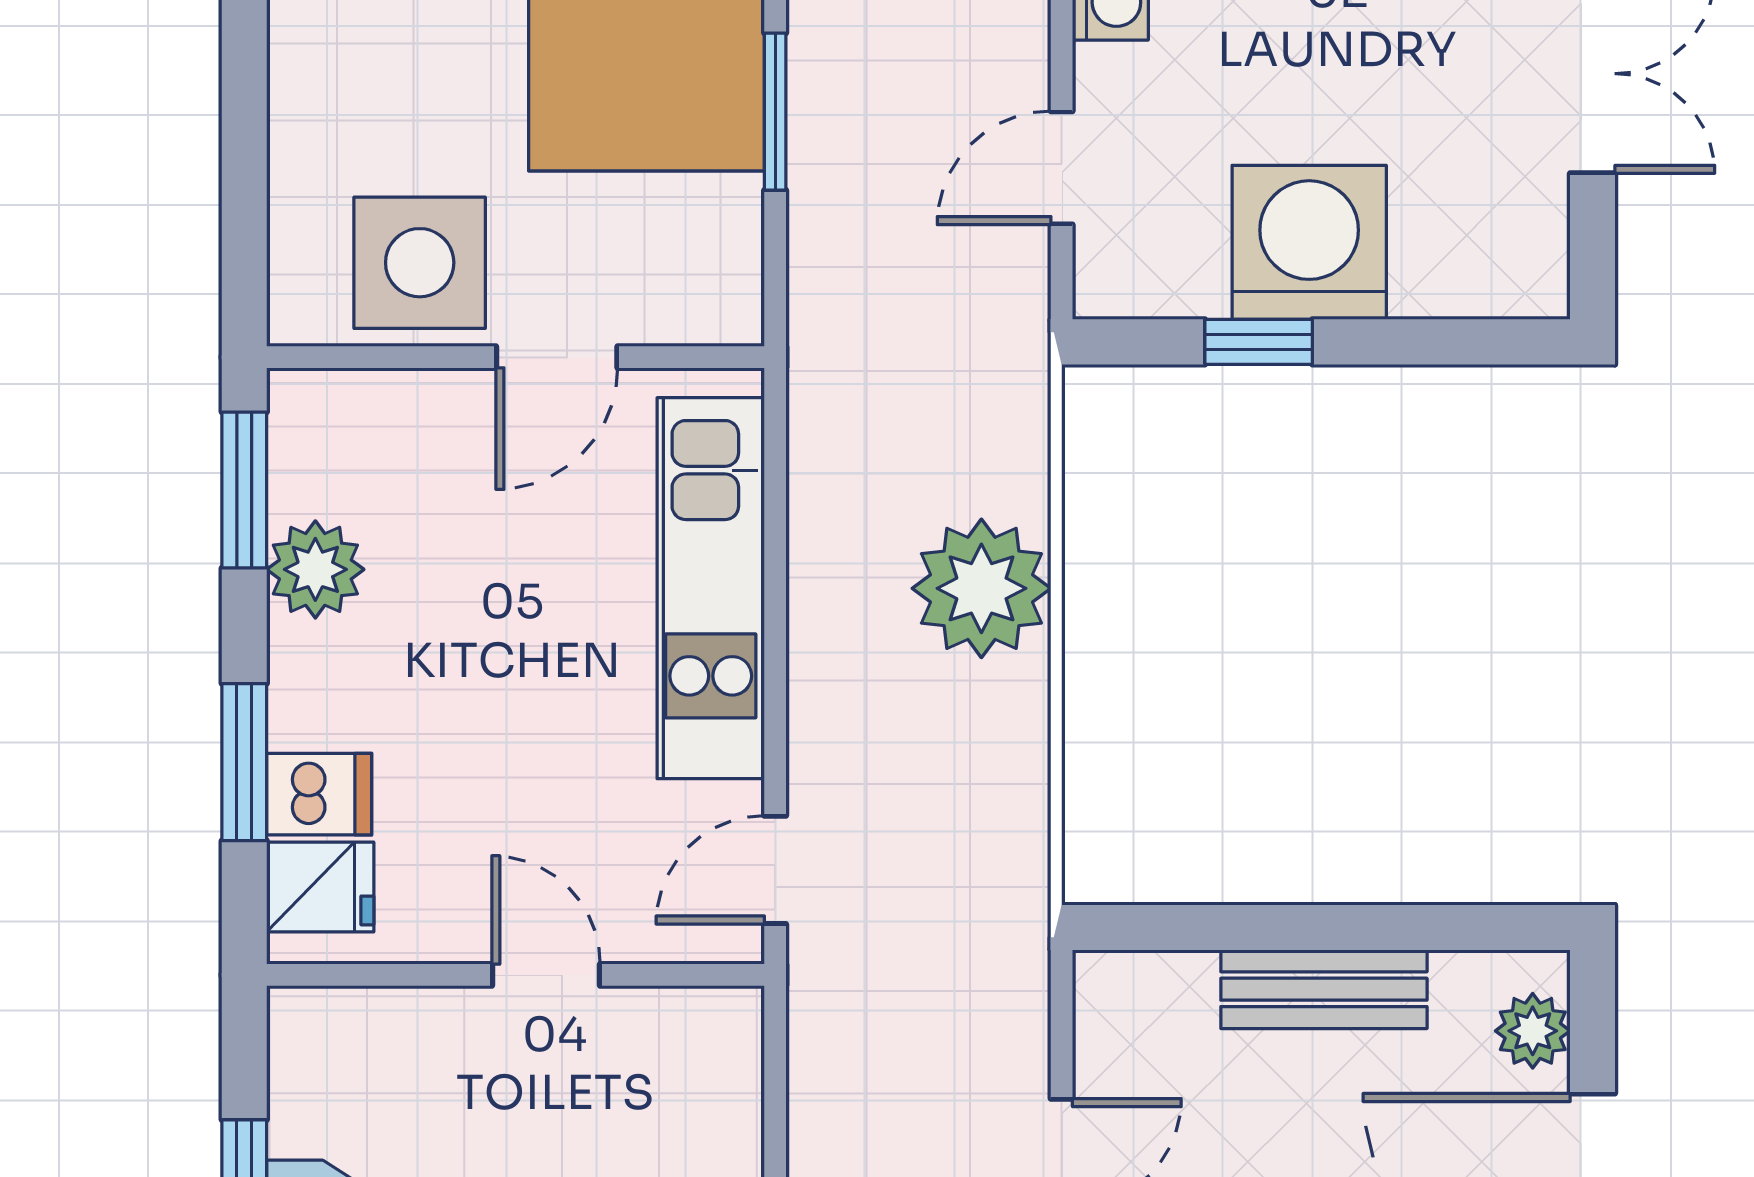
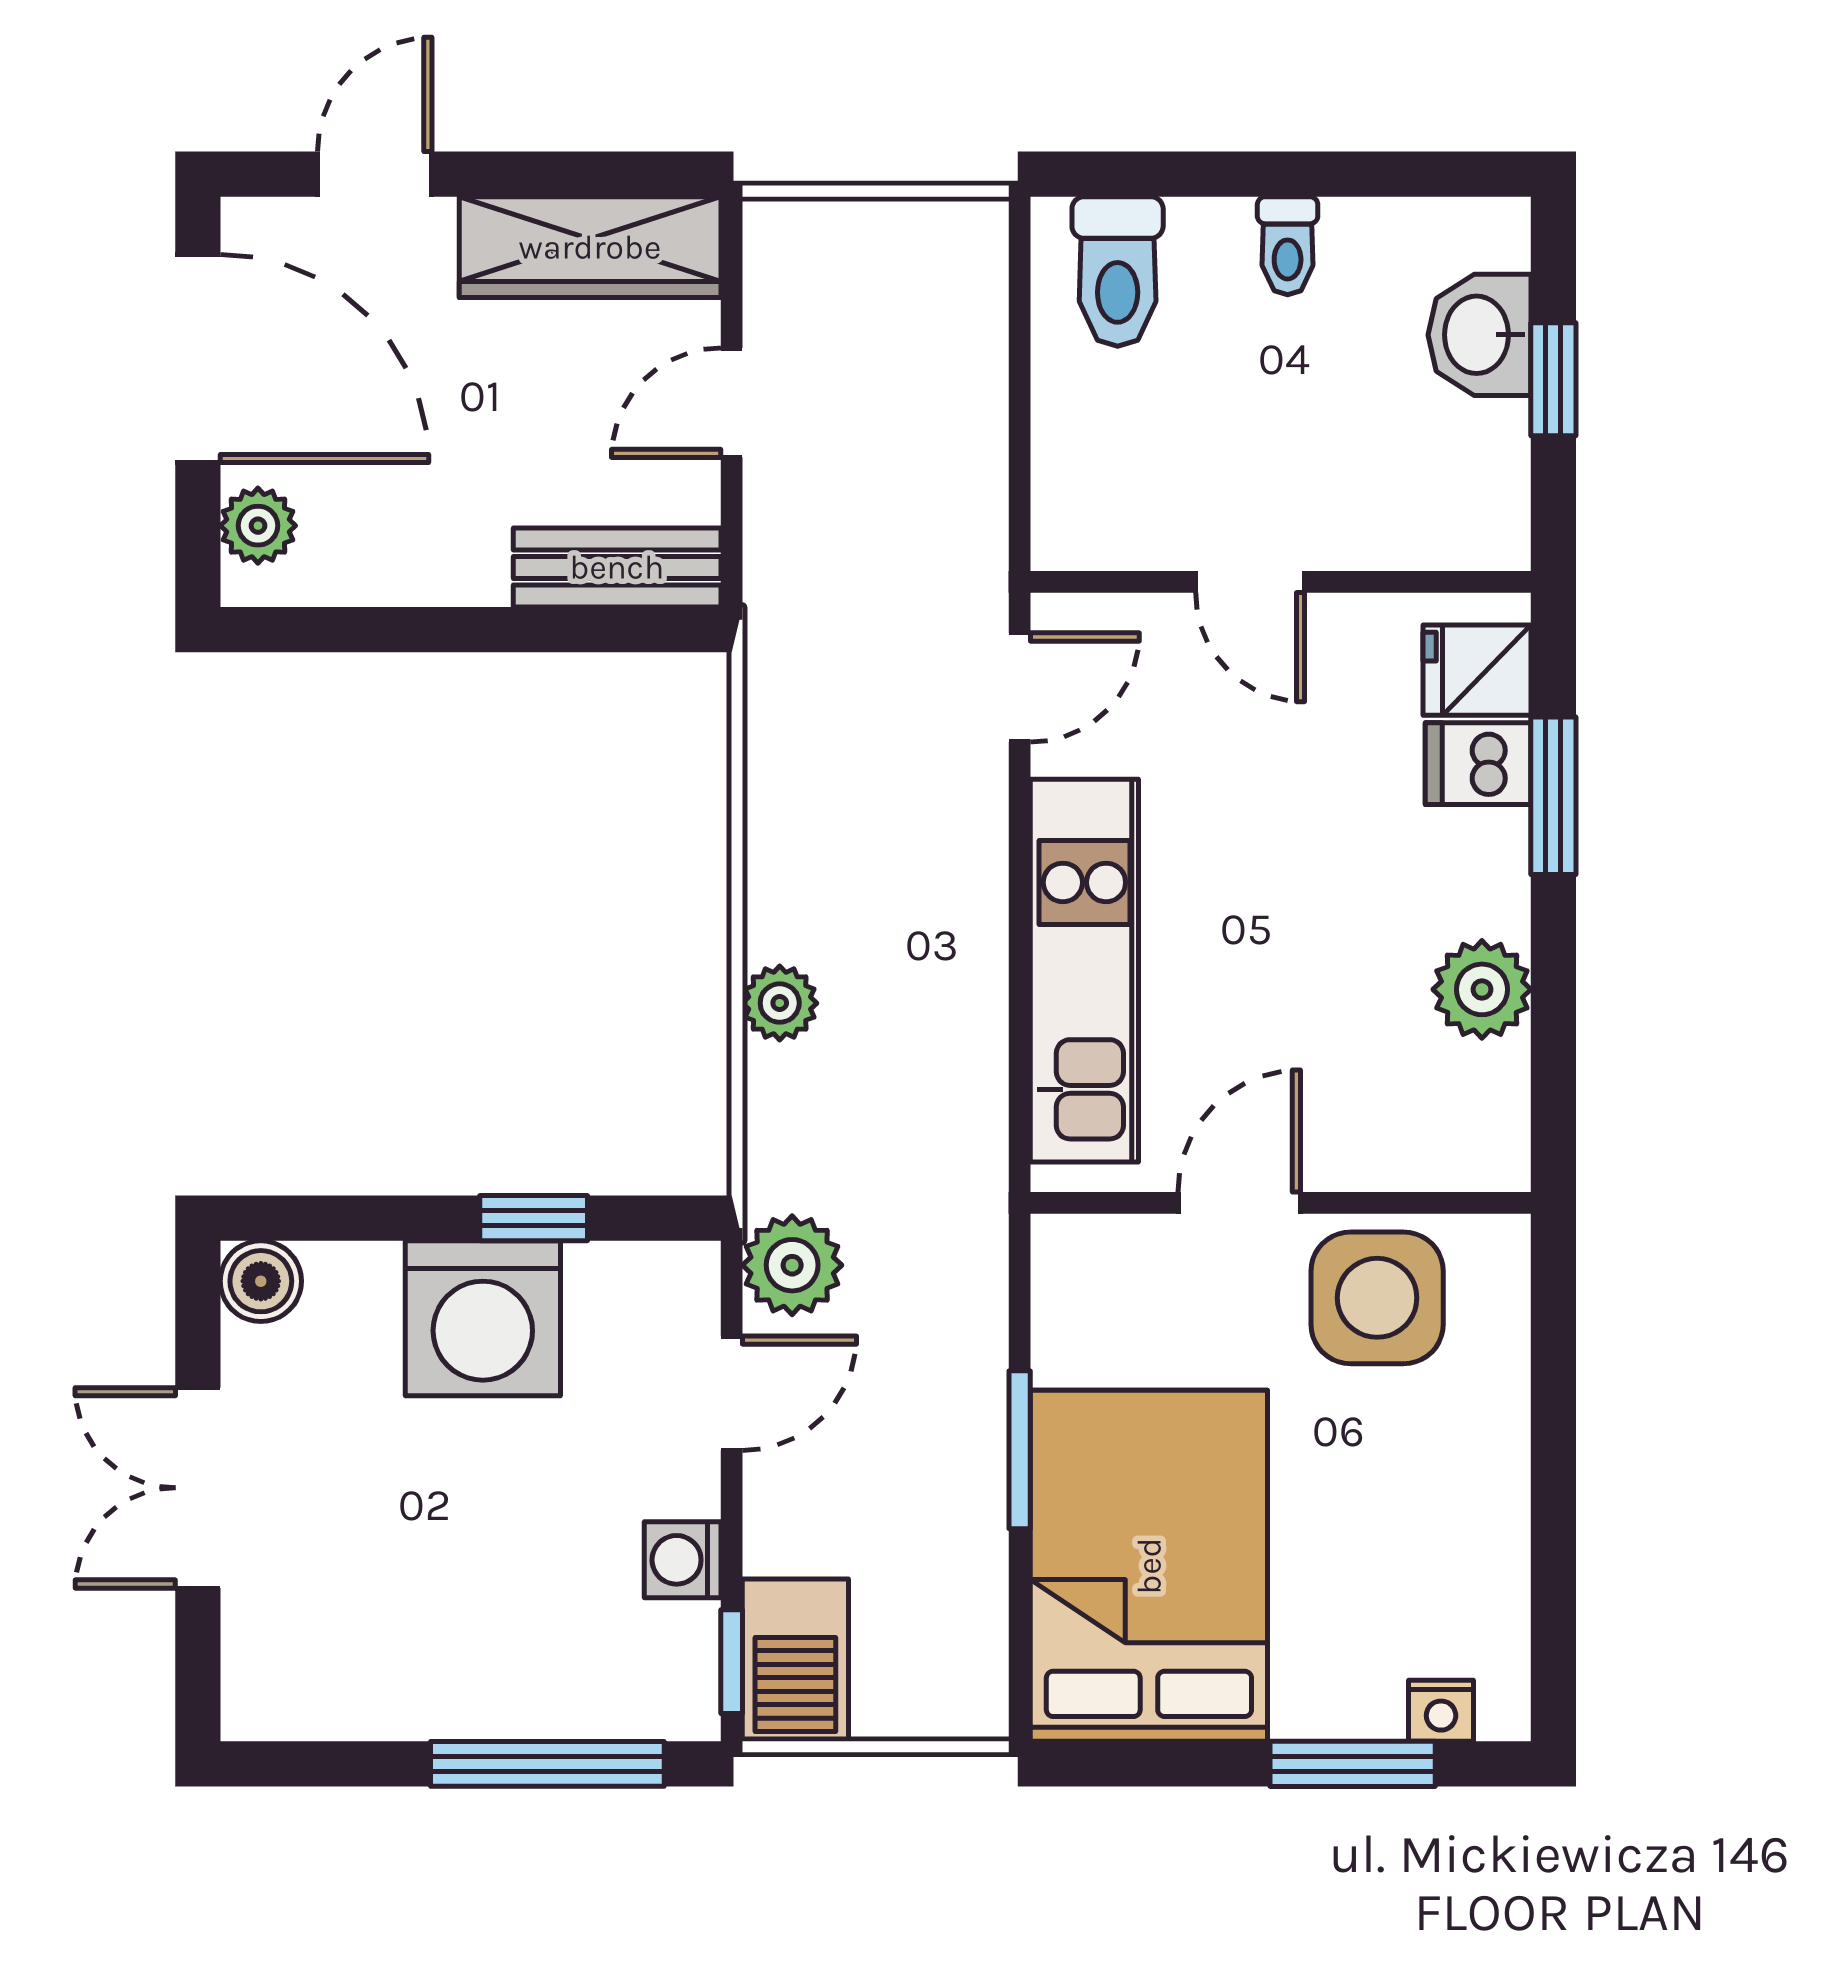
boiler: (1530, 279) -> (261, 1281), added
plant: (1002, 295) -> (792, 1265), added
window: (244, 490) -> (1553, 1069), removed
plant: (981, 588) -> (780, 1003), width x0.53, depth x0.53
bench: (1324, 989) -> (617, 567), moved

